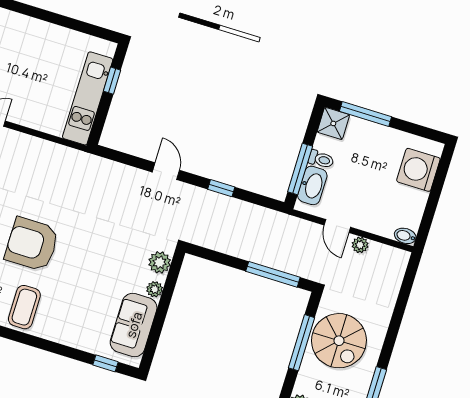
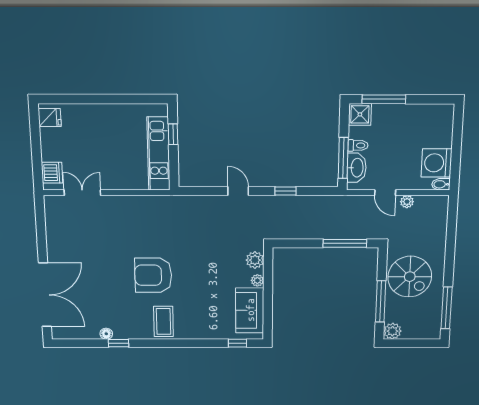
washing machine: (418, 170) -> (436, 163), moved
window: (301, 343) -> (381, 301), moved

